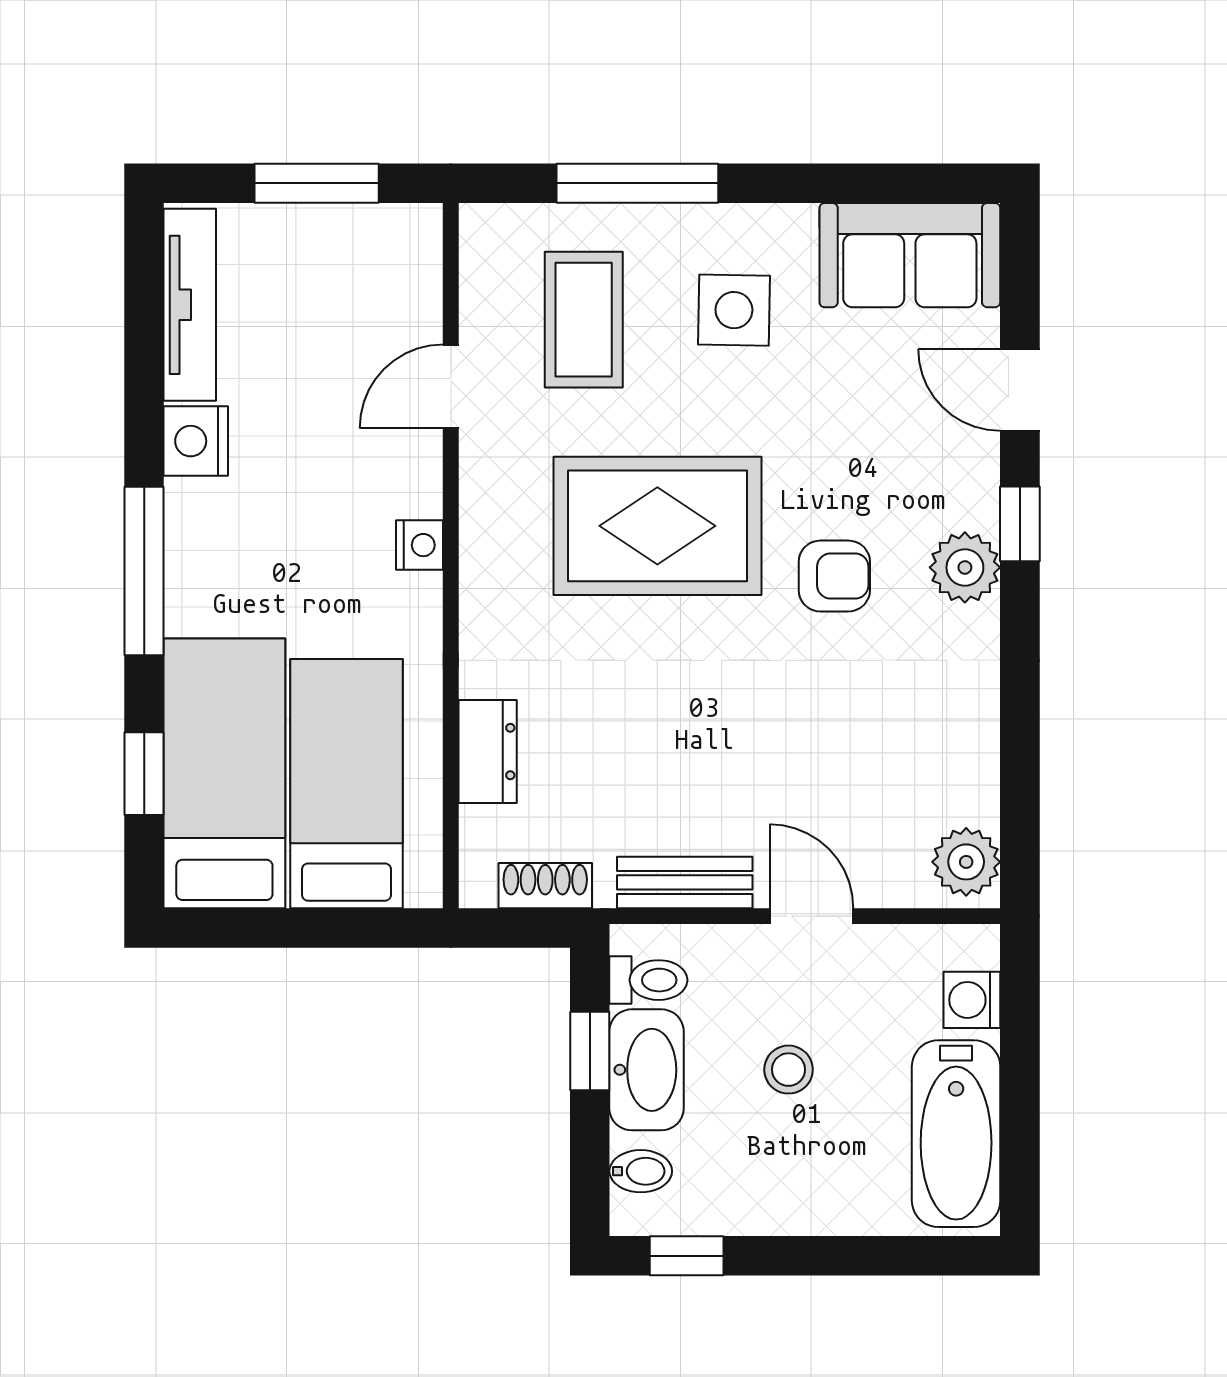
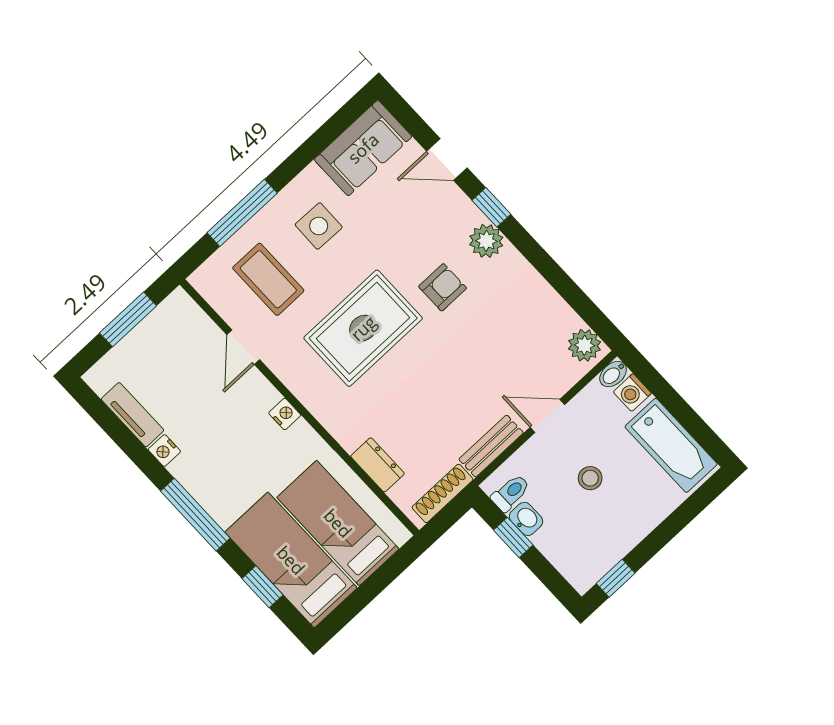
tv unit: (190, 305) -> (132, 415), width x0.71
nightstand: (196, 441) -> (164, 451), width x0.72, depth x0.74
shoe rack: (545, 886) -> (442, 493), width x1.43
washbasin: (647, 1070) -> (526, 519), width x0.52, depth x0.69
bidet: (641, 1171) -> (613, 374), moved, turned 180

